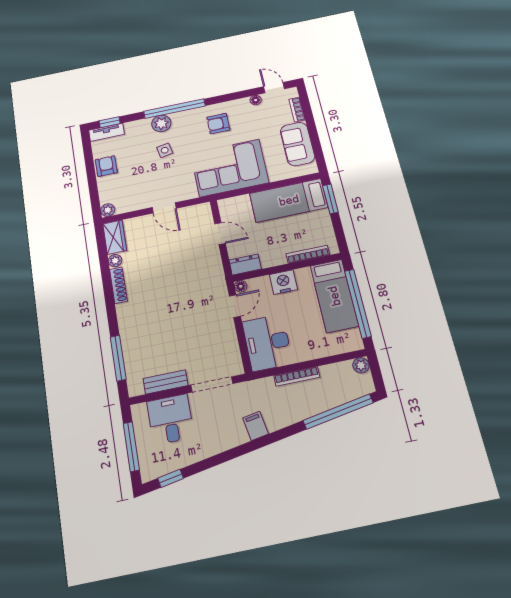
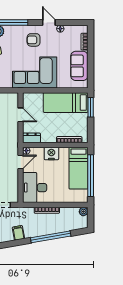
door: (274, 88) -> (49, 22), moved
window: (338, 412) -> (51, 237), moved

